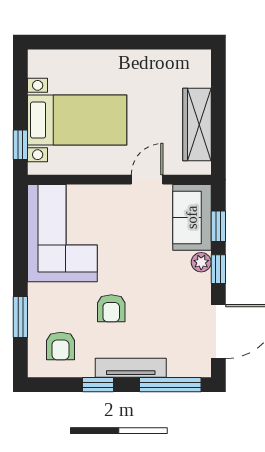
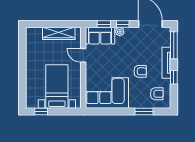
window: (20, 145) -> (41, 112), moved

